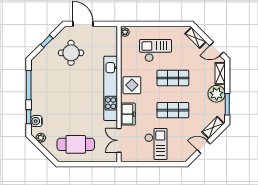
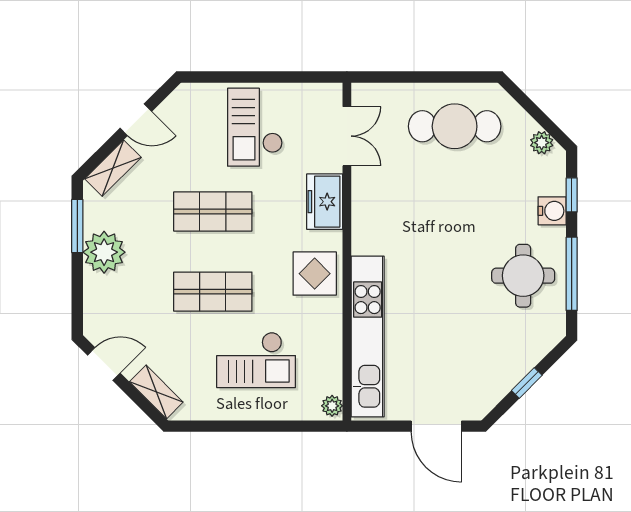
round table: (71, 53) -> (523, 276), moved
shelving: (220, 73) -> (95, 303), removed
kitchen unit: (111, 88) -> (368, 337), moved
water cooler: (37, 121) -> (552, 211), moved

